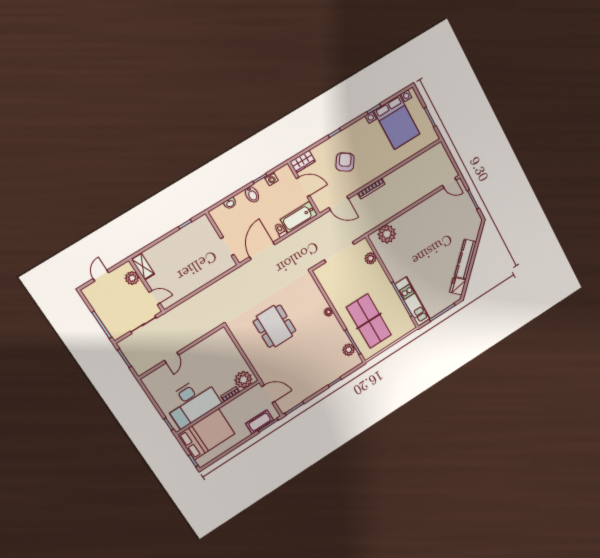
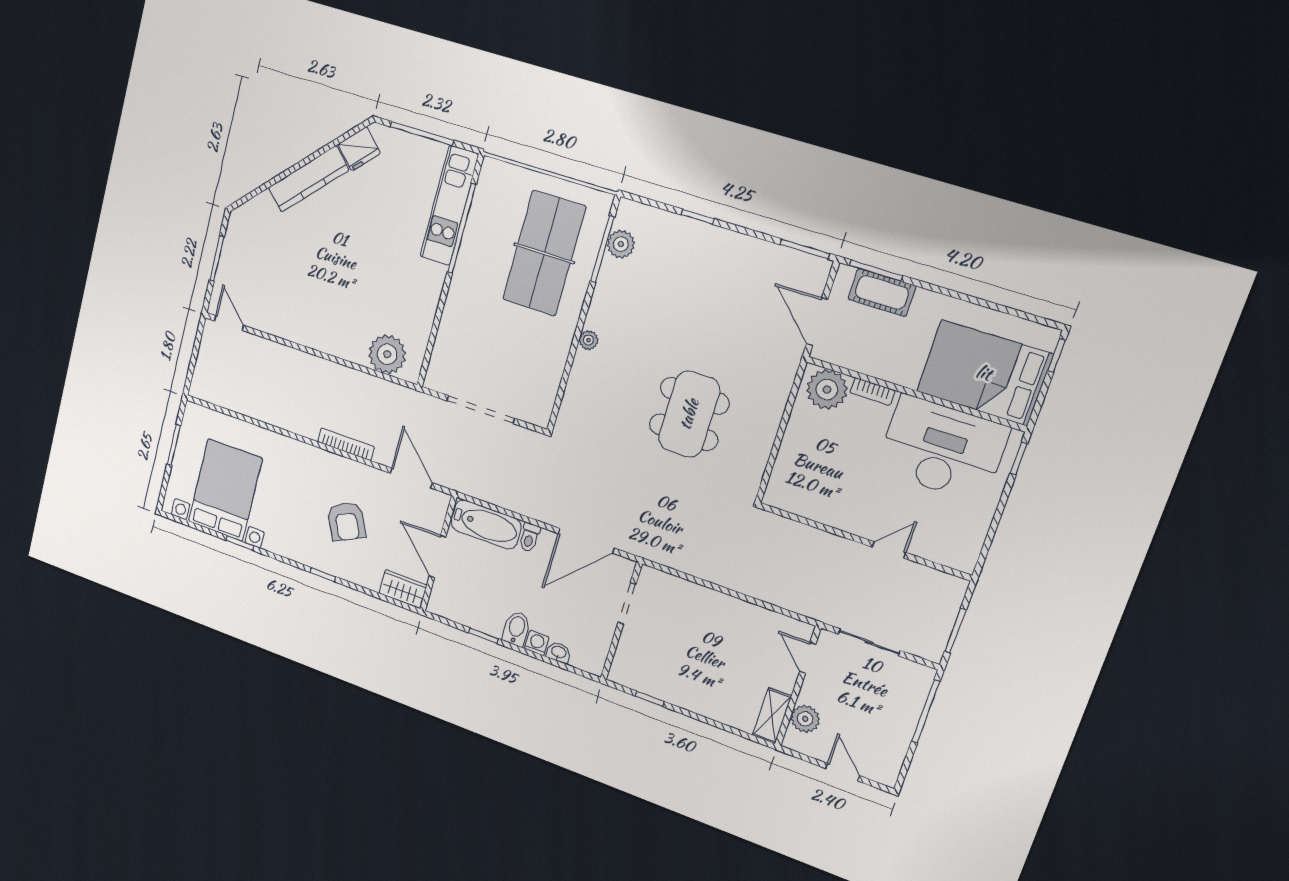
armchair: (345, 162) -> (346, 522), turned -60
washing machine: (271, 179) -> (537, 643), moved
plant: (371, 258) -> (445, 347), removed
door: (101, 276) -> (842, 772), swing flipped

